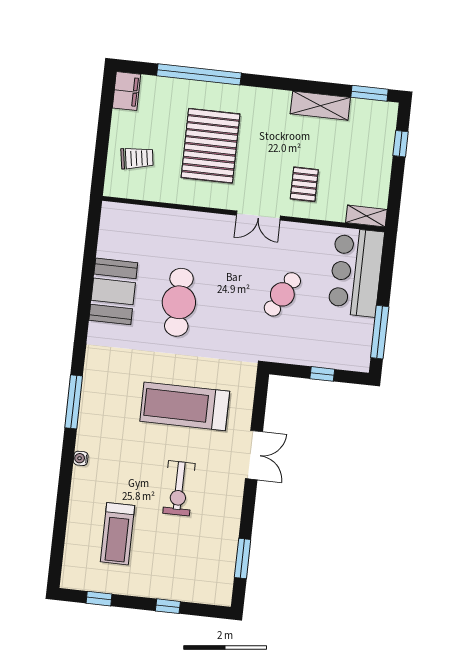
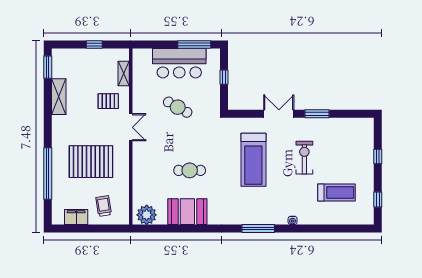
filing cabinet: (127, 91) -> (76, 217), moved
window: (401, 144) -> (94, 45), moved
shelving: (366, 216) -> (124, 74), moved
plant: (115, 225) -> (147, 215), added
bar counter: (356, 272) -> (179, 63), moved
cafe table: (179, 302) -> (190, 170), width x0.73, depth x0.74
exercise bike: (179, 488) -> (304, 158), turned -90
window: (243, 558) -> (317, 114), moved

